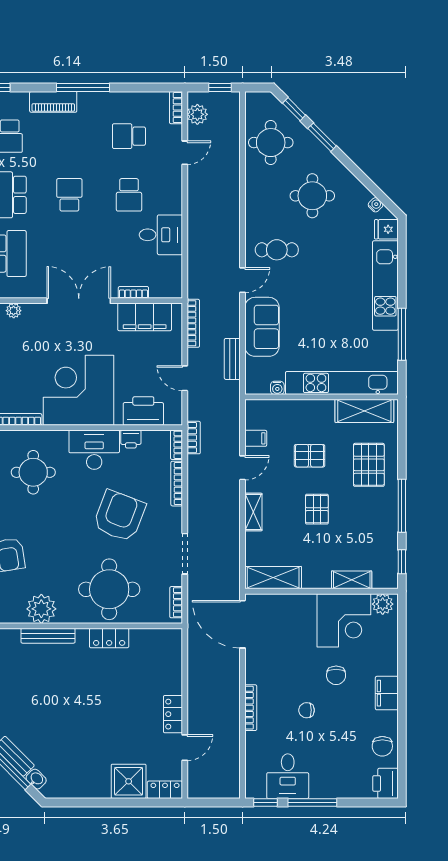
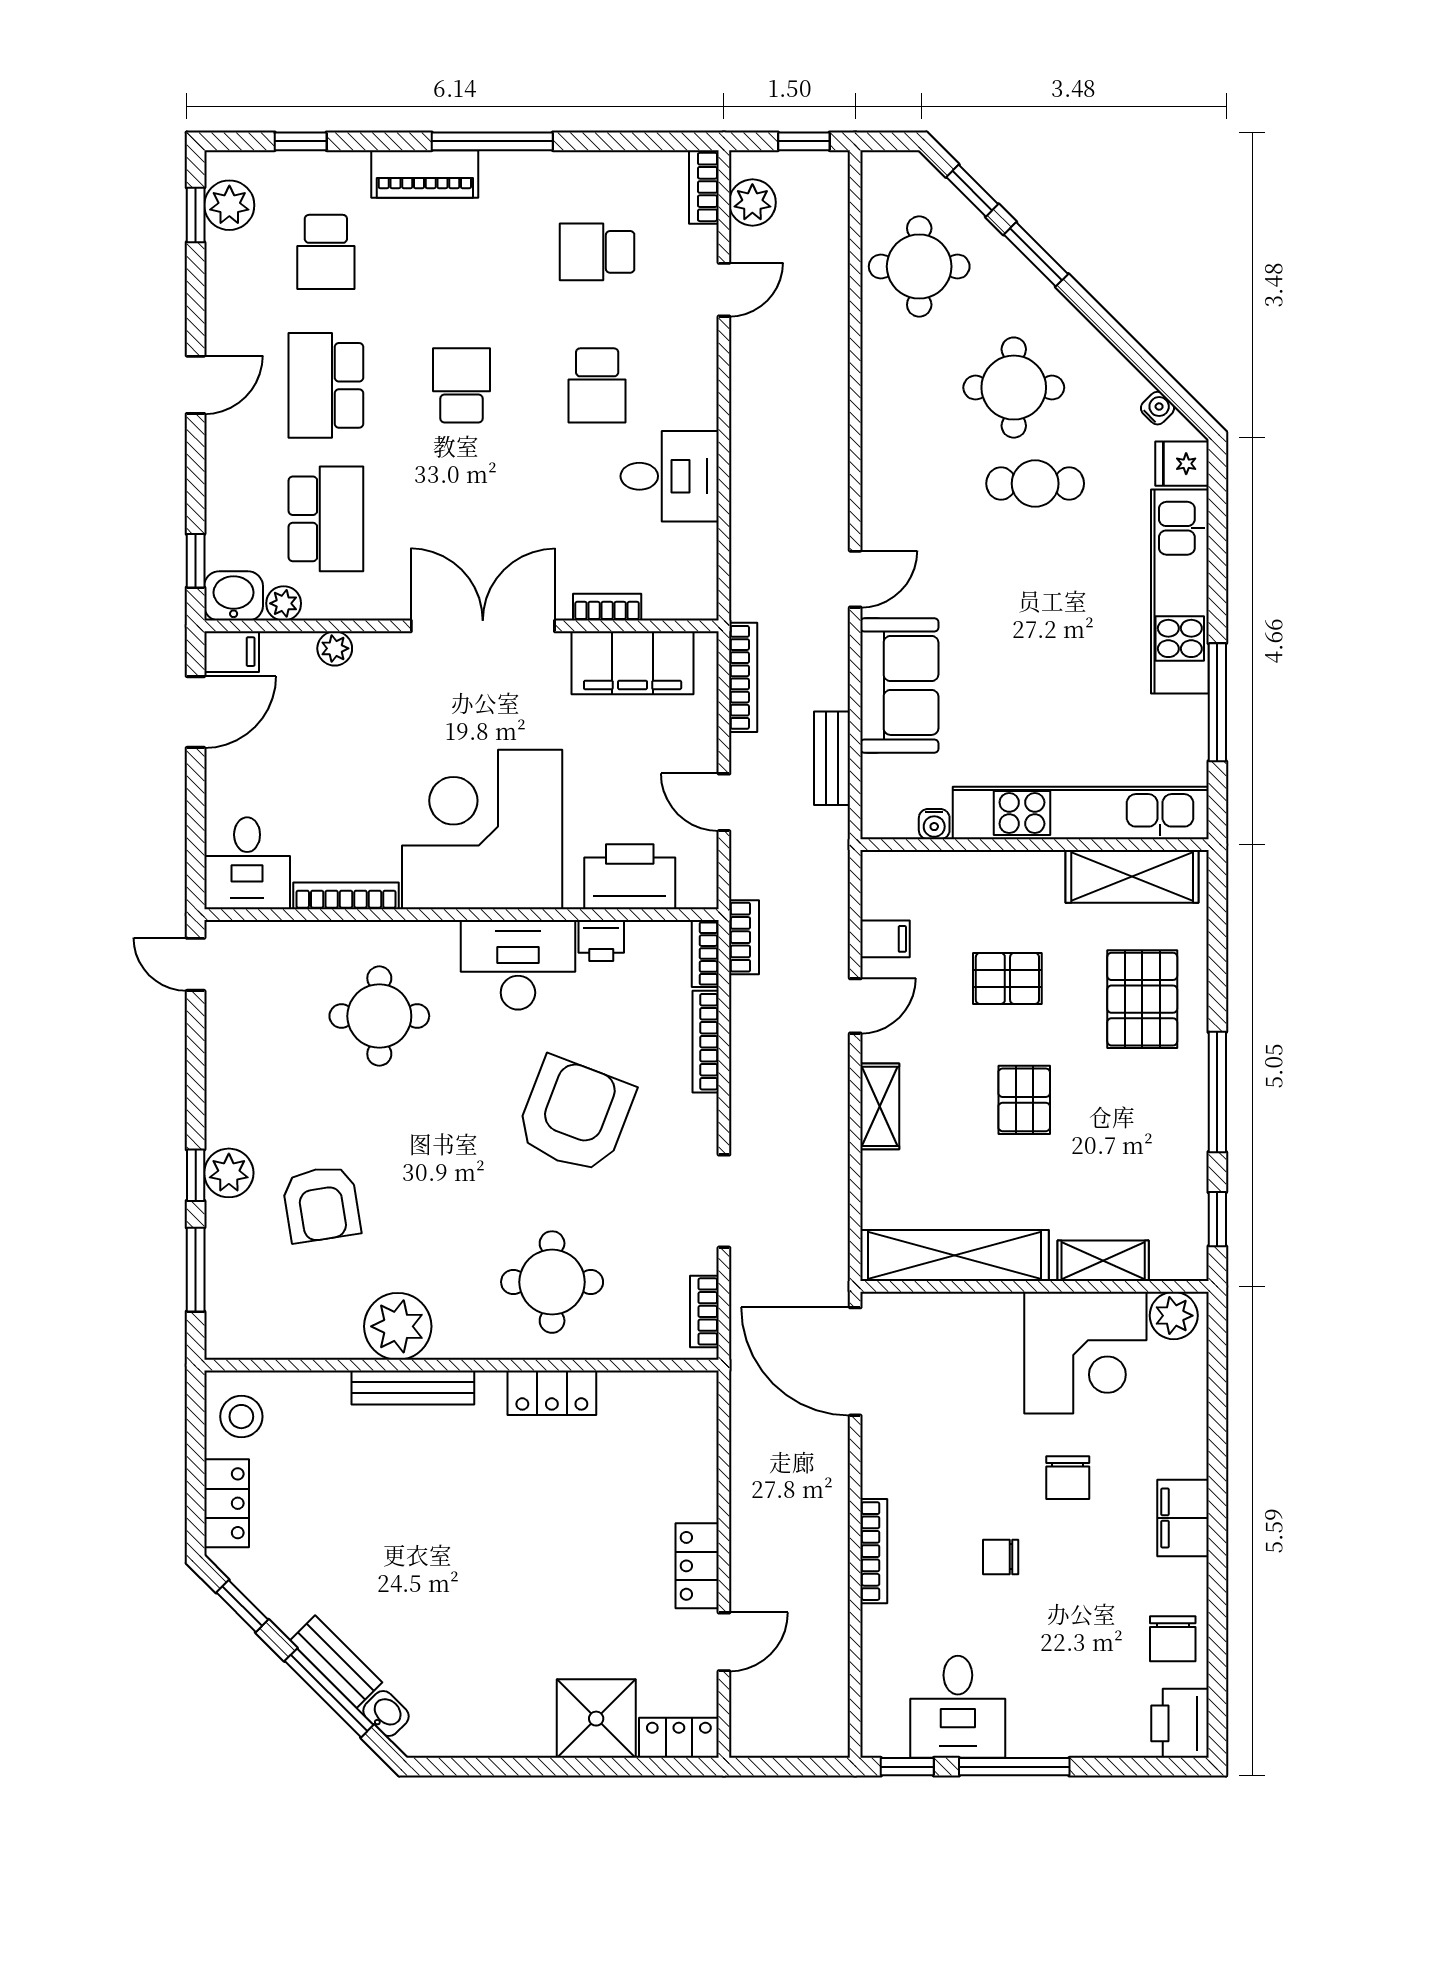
cafe table: (277, 250) -> (1035, 484), moved
shelving: (273, 578) -> (954, 1256), width x1.47
round table: (109, 589) -> (552, 1282), width x0.73, depth x0.73

